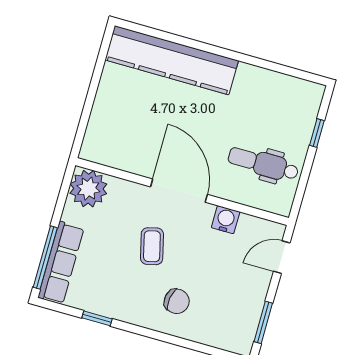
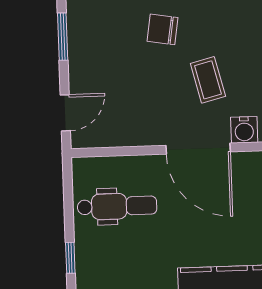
water cooler: (226, 220) -> (244, 130), moved

